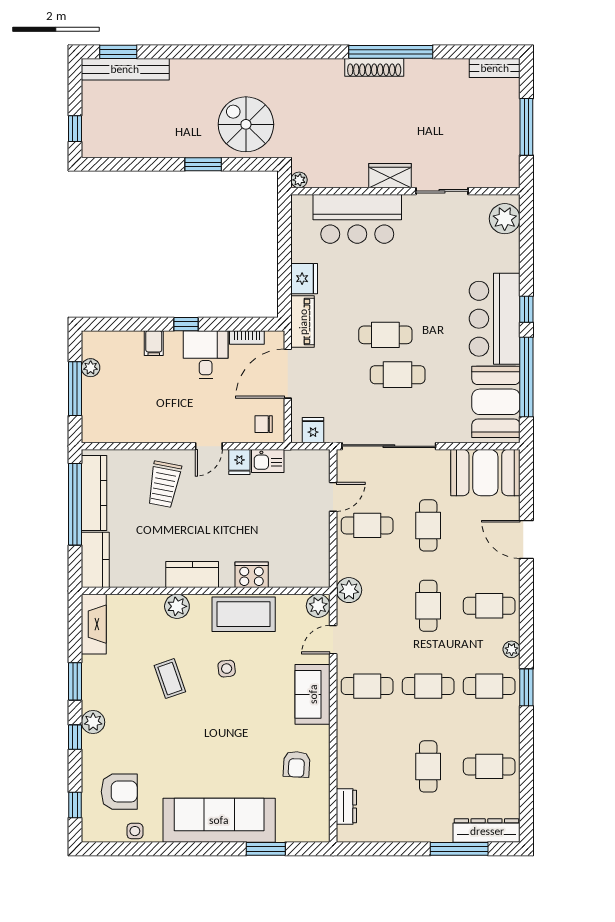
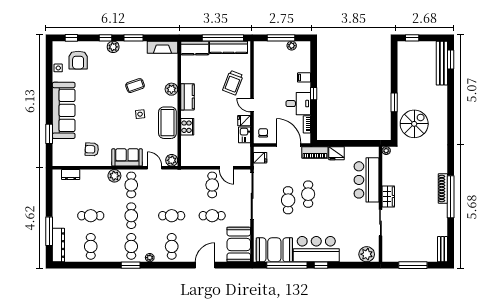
trolley: (164, 484) -> (233, 83), turned -80
plant: (349, 590) -> (114, 176), moved

